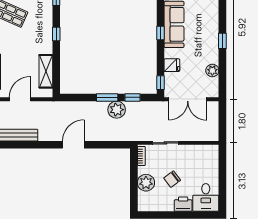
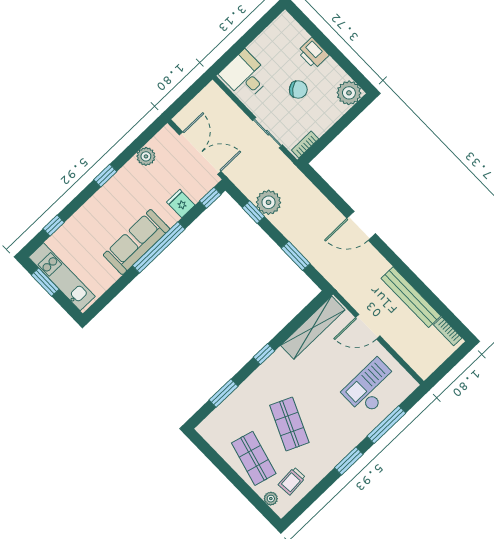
window: (161, 33) -> (159, 247), width x3.17
shelving: (46, 71) -> (313, 328), width x1.47
window: (107, 97) -> (296, 256), moved
plant: (117, 110) -> (269, 202), moved
plant: (146, 183) -> (349, 93), moved
desk: (206, 197) -> (245, 76), moved, turned -90

